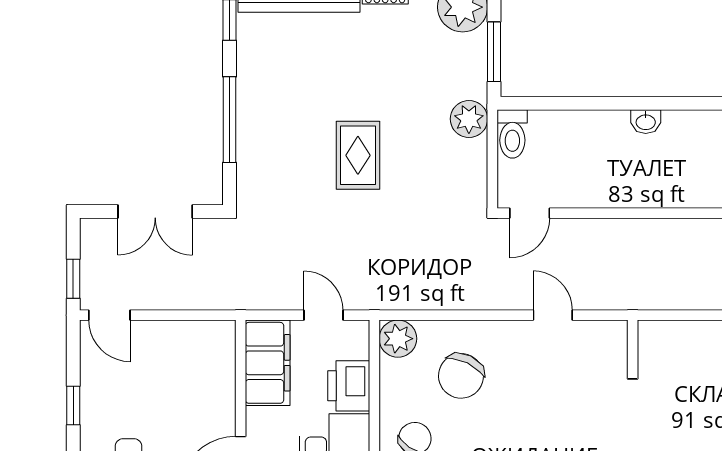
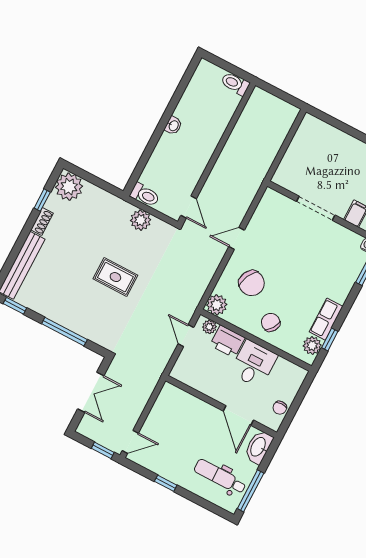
window: (494, 52) -> (99, 183), removed
plant: (469, 119) -> (141, 220), moved
door: (323, 315) -> (186, 336), hinge flipped
door: (553, 315) -> (237, 238), moved
plant: (357, 345) -> (209, 327), added
filing cabinet: (268, 363) -> (195, 376), removed

